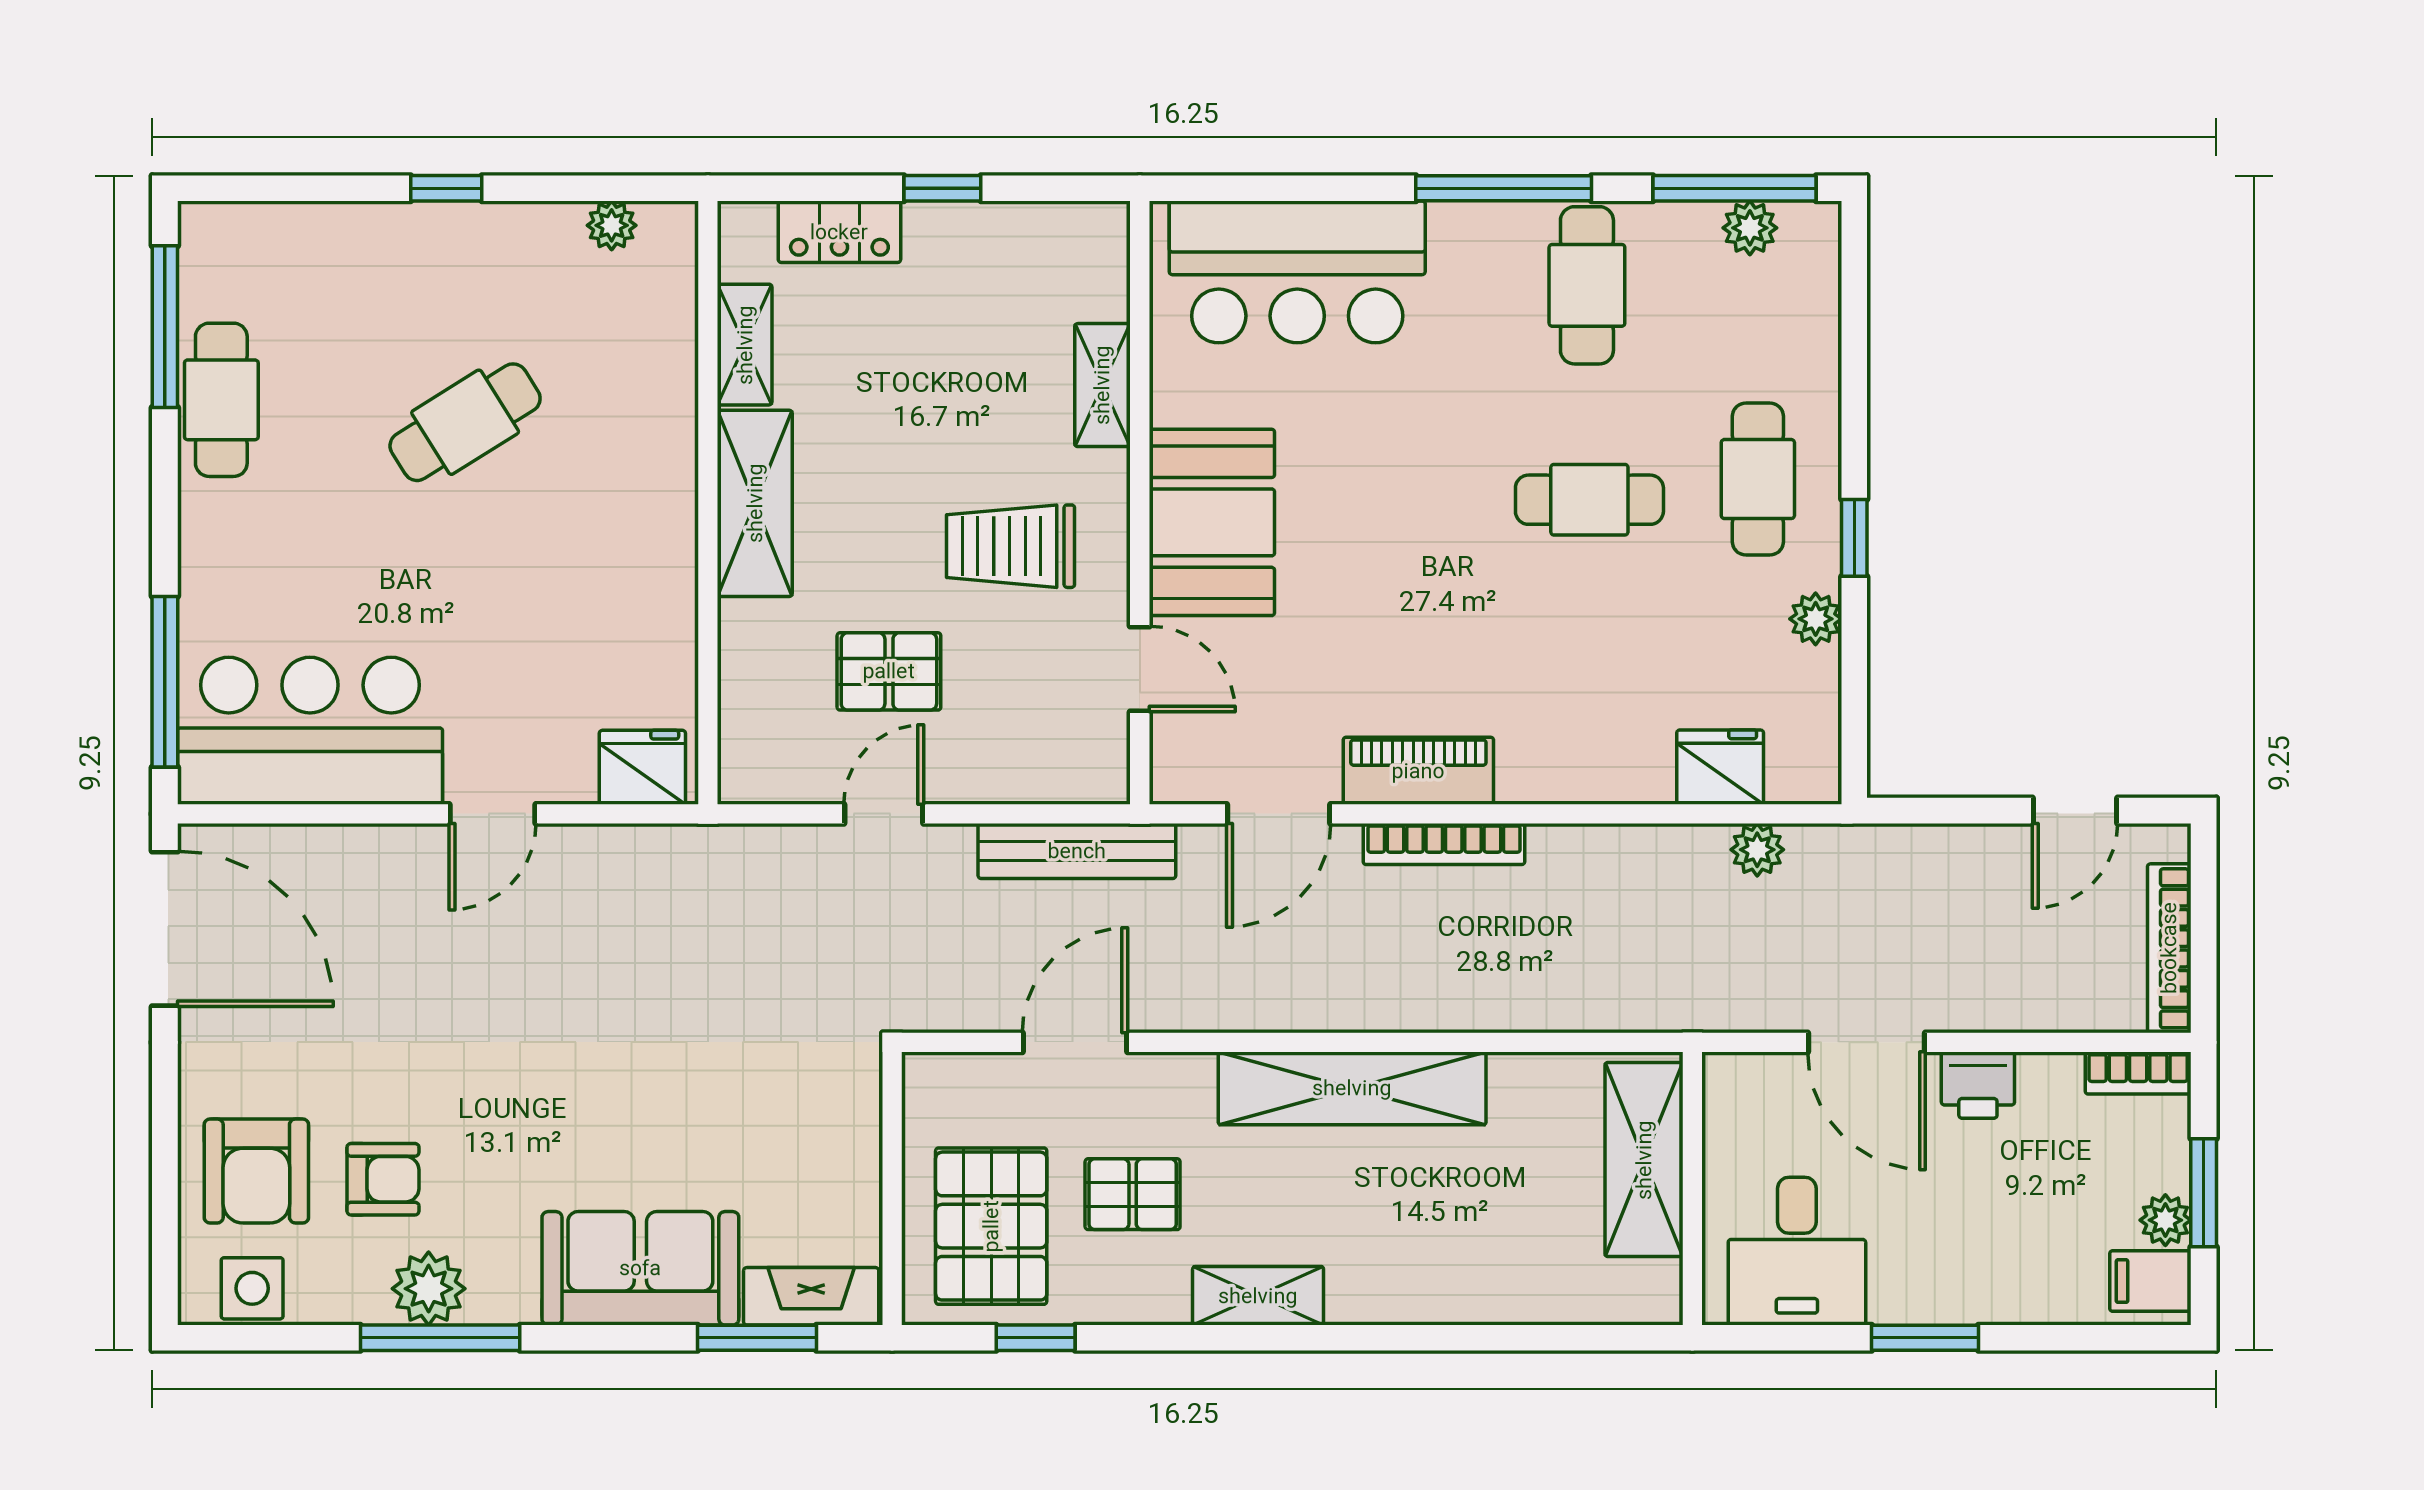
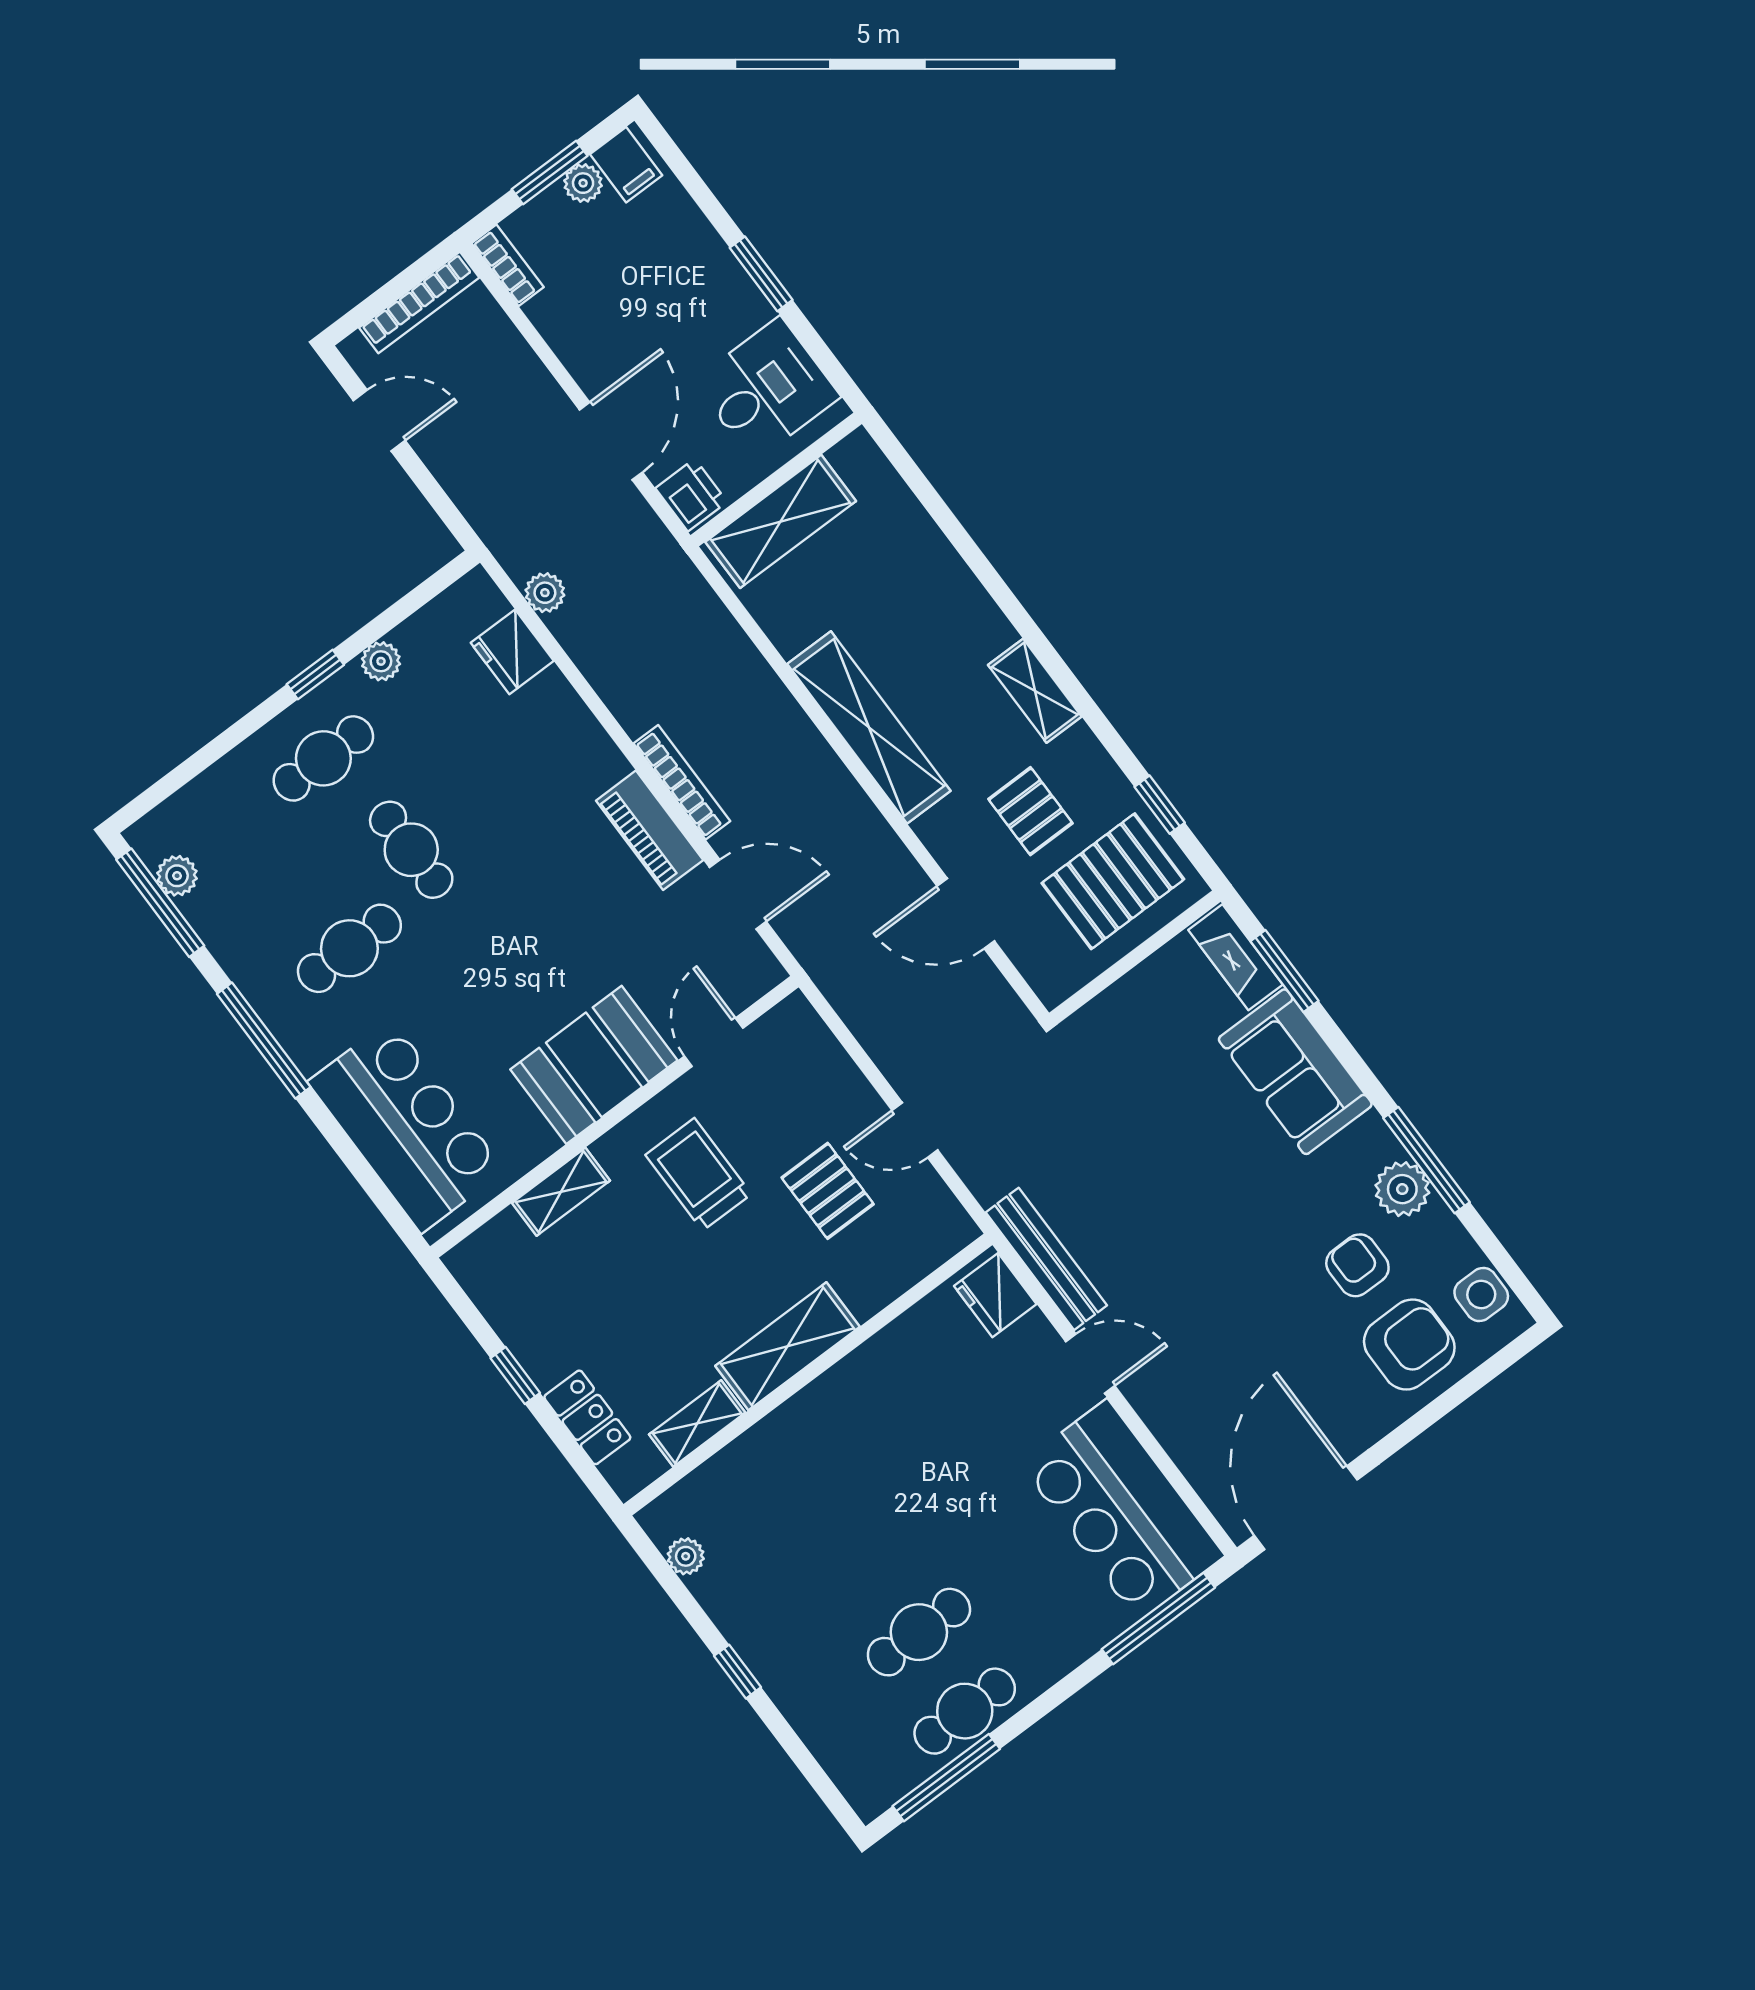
cafe table: (1587, 285) -> (349, 948), moved
cafe table: (465, 422) -> (919, 1632), moved, turned -58
trolley: (1010, 546) -> (698, 1174), turned 180
bench: (1077, 851) -> (1046, 1259), moved
printer: (1978, 1085) -> (691, 495), moved

